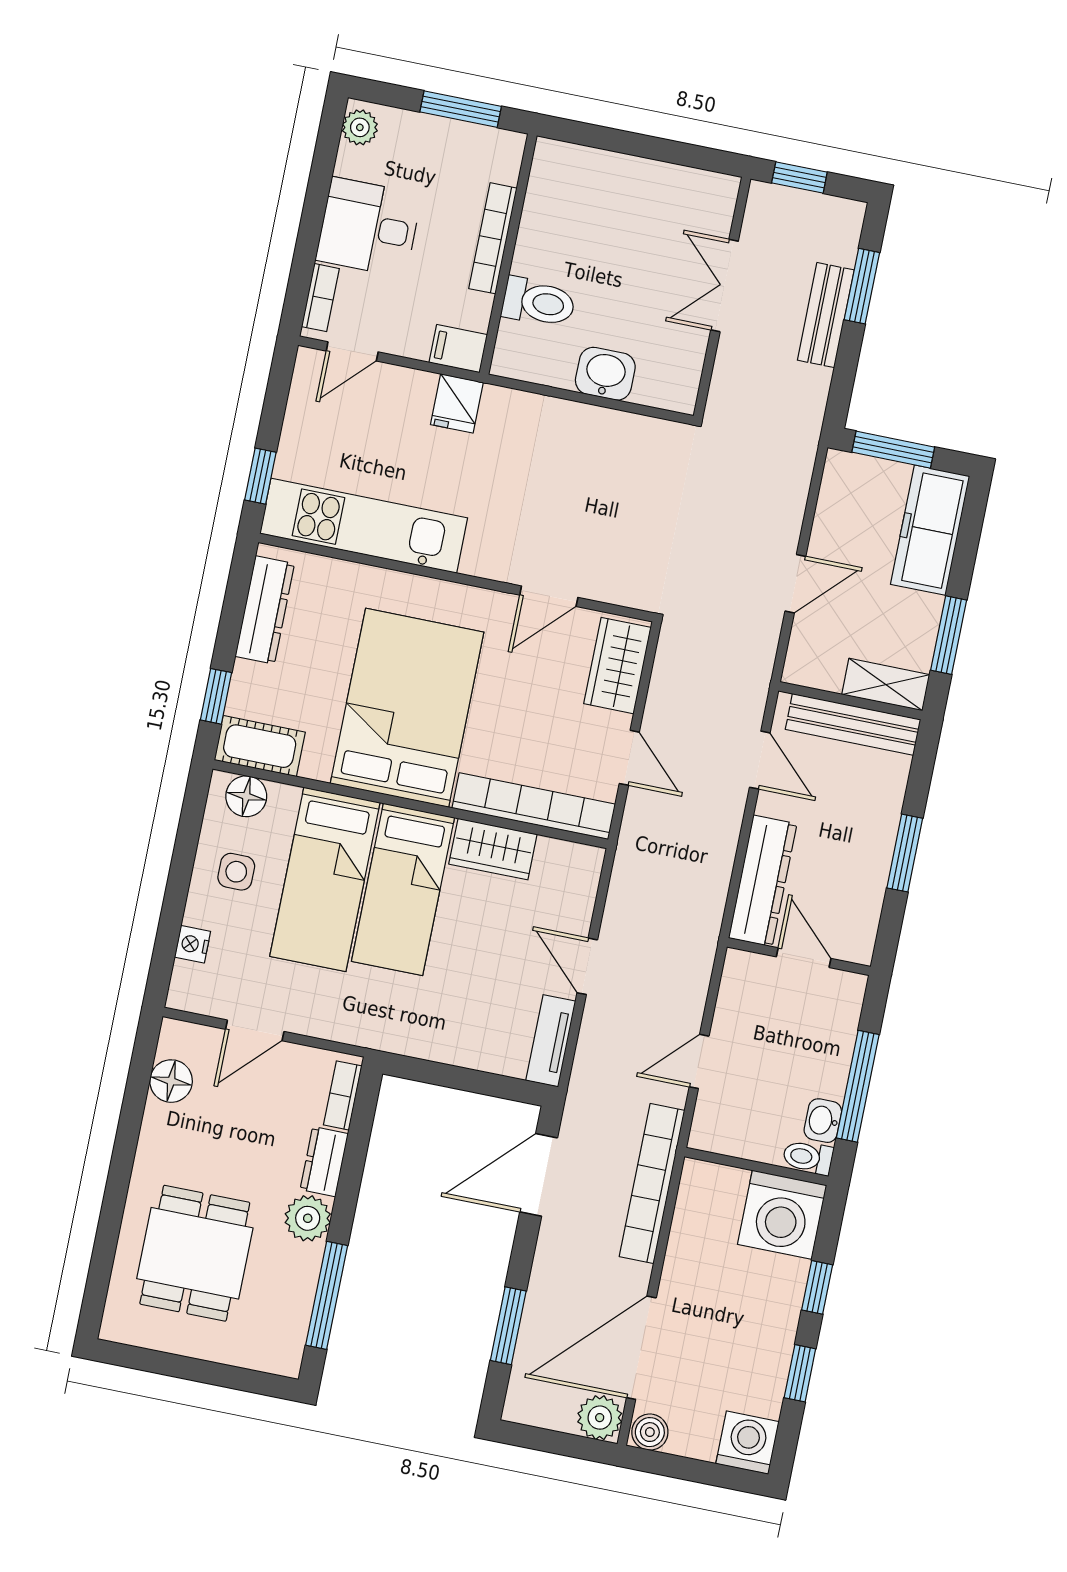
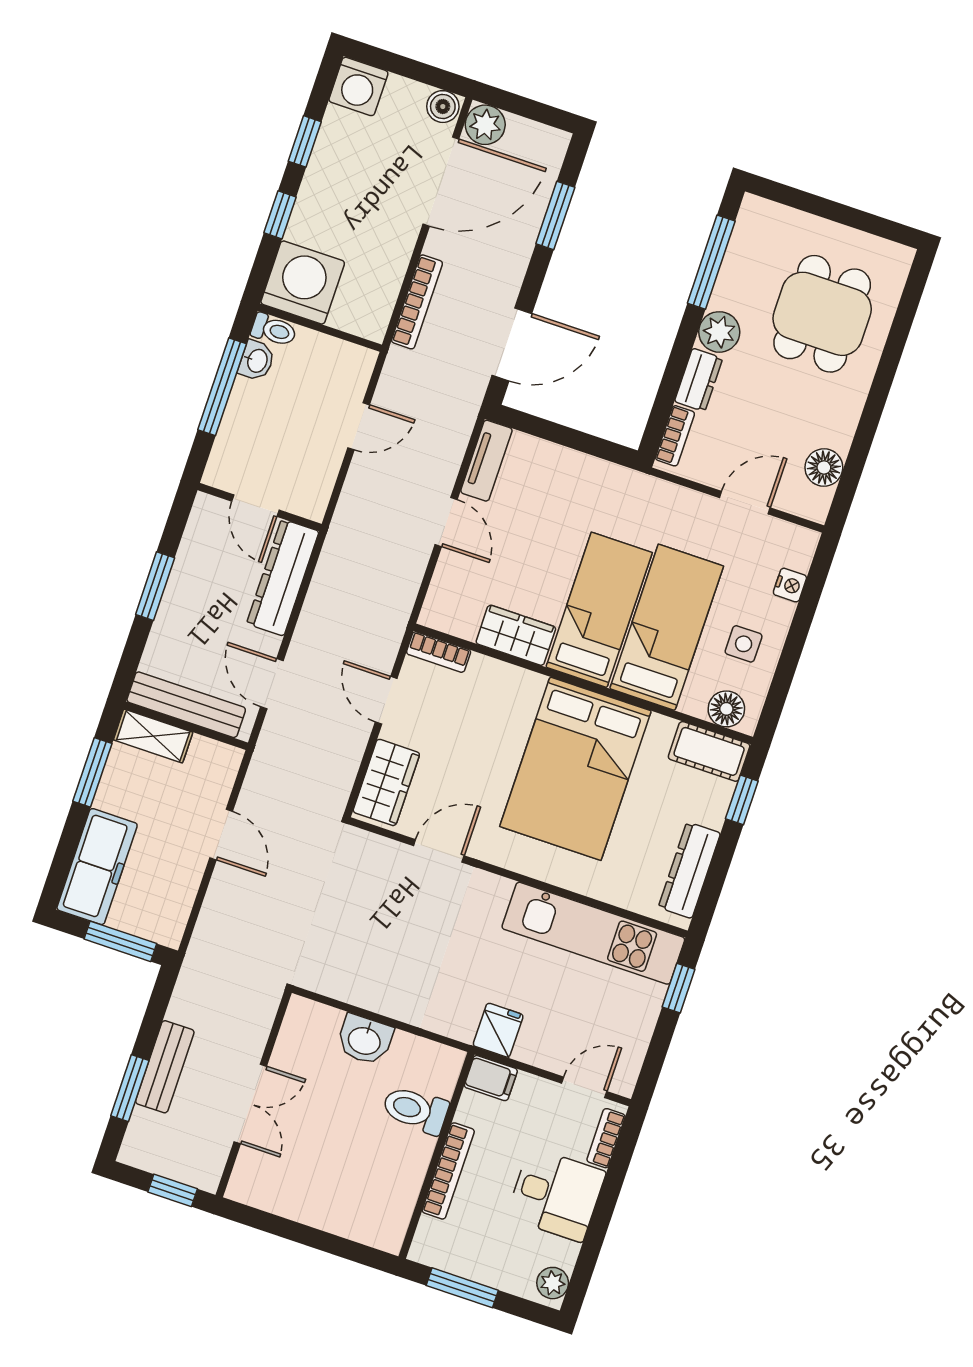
door: (795, 584) -> (221, 835), swing flipped
bookcase: (534, 806) -> (439, 652), width x0.43, depth x0.76
bookcase: (652, 1183) -> (417, 302), width x0.68, depth x0.76

